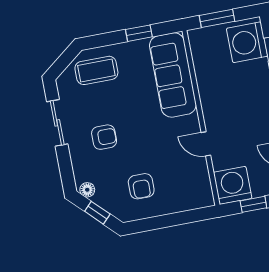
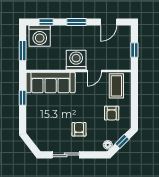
coffee table: (96, 70) -> (116, 86), moved
washing machine: (233, 185) -> (76, 60), moved, turned 90
armchair: (141, 186) -> (112, 113), turned 90

